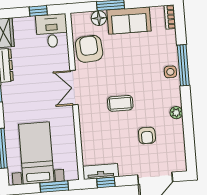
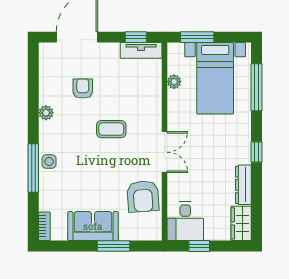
floor lamp: (99, 18) -> (128, 232), removed
plant: (71, 148) -> (174, 82), added

